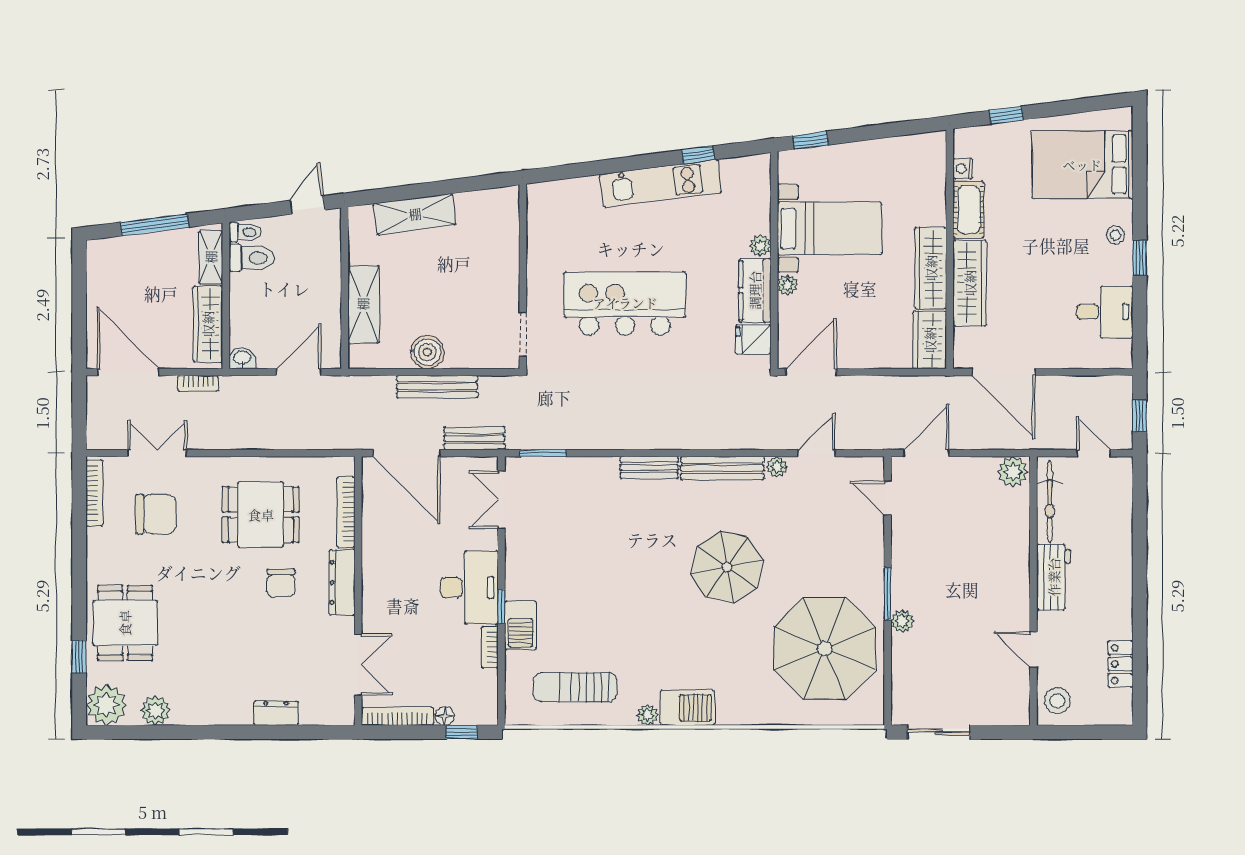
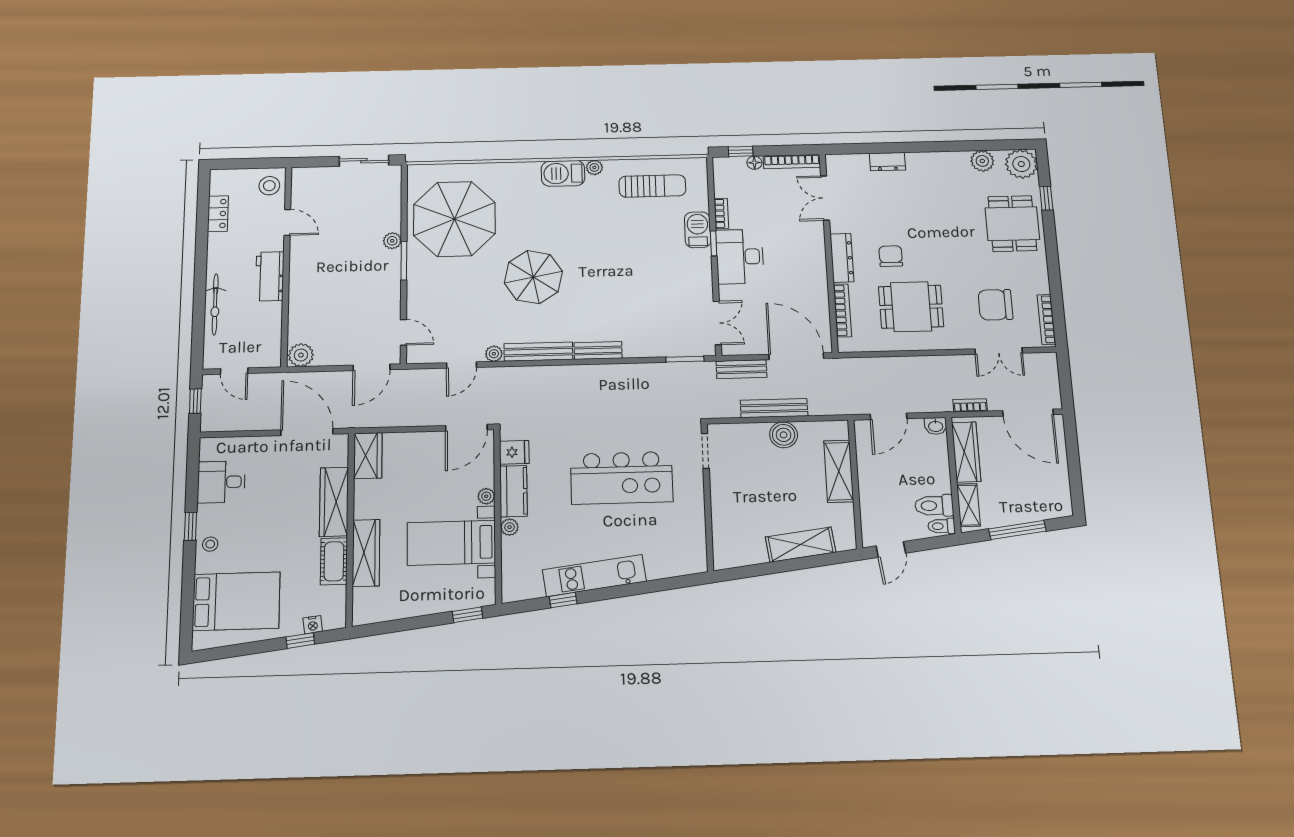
nightstand: (963, 169) -> (313, 625), moved, turned 83
wardrobe: (931, 268) -> (366, 553), moved
bicycle: (1050, 501) -> (215, 304), moved, turned 180

